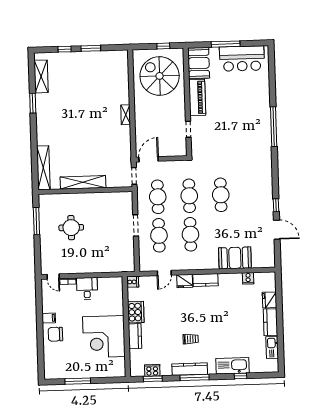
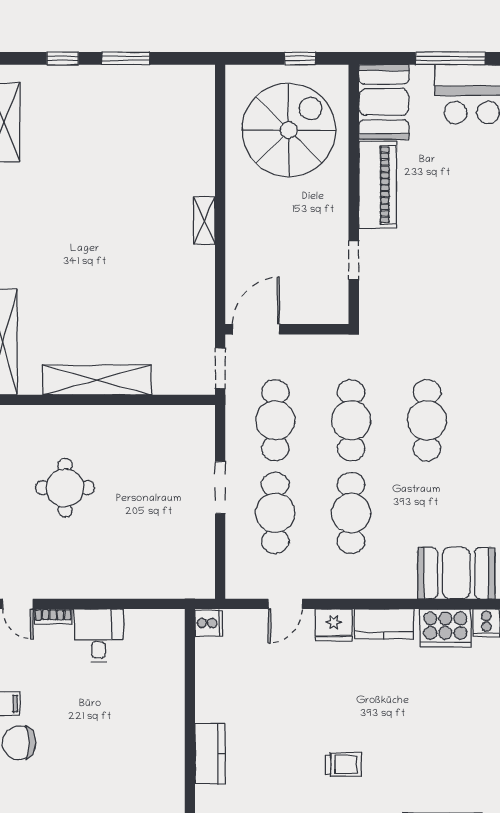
spiral stairs: (160, 76) -> (289, 130), turned 90
cooker: (136, 312) -> (445, 628), moved, turned 90
corner desk: (104, 337) -> (135, 752), removed

